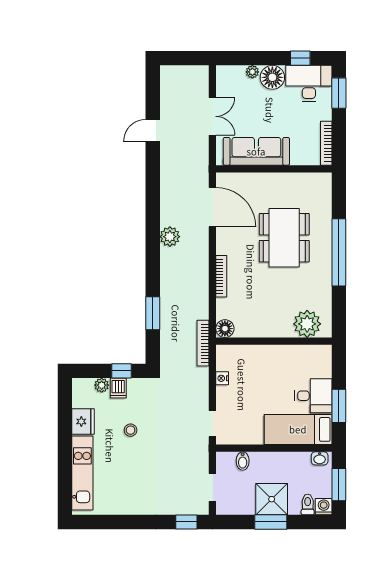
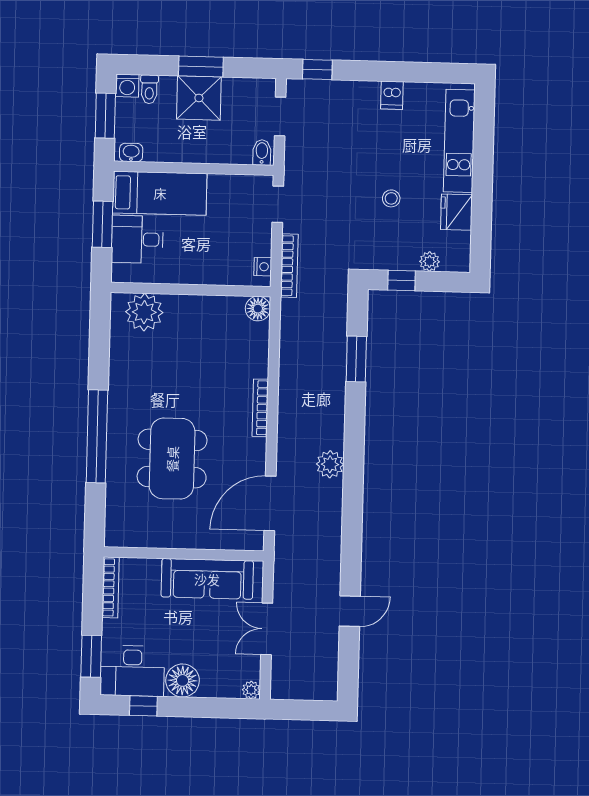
plant: (252, 72) -> (251, 690), moved
door: (212, 207) -> (270, 503), hinge flipped
plant: (307, 324) -> (144, 312), moved
floor lamp: (225, 329) -> (258, 309), moved
wall: (274, 341) -> (191, 290), moved
bookcase: (203, 343) -> (289, 266), moved
dishwasher: (118, 388) -> (392, 95), moved, turned 180
bidet: (243, 461) -> (262, 152), moved

